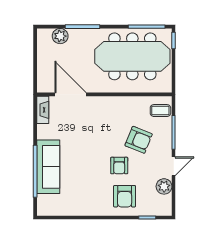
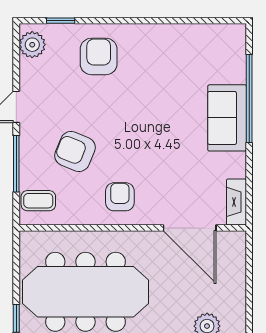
armchair: (119, 166) -> (120, 197), moved
sofa: (48, 167) -> (227, 118), width x0.73
plant: (164, 186) -> (32, 45), moved

